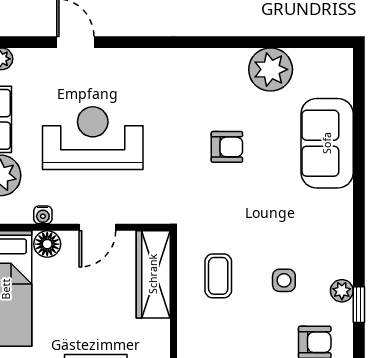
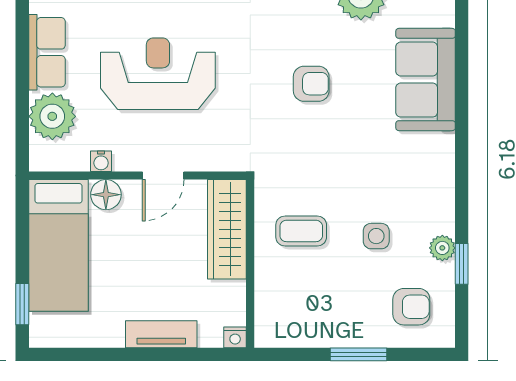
coffee table: (218, 276) -> (301, 231), turned 90

